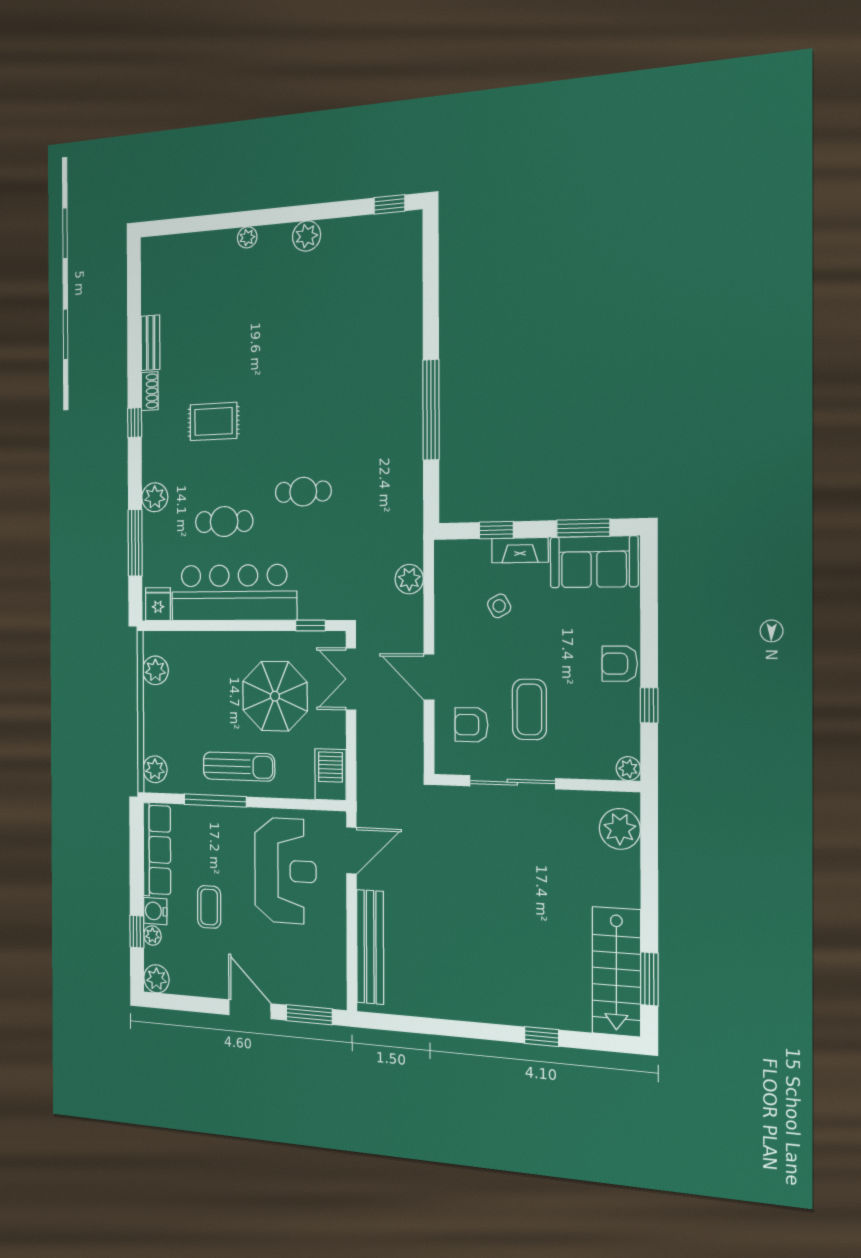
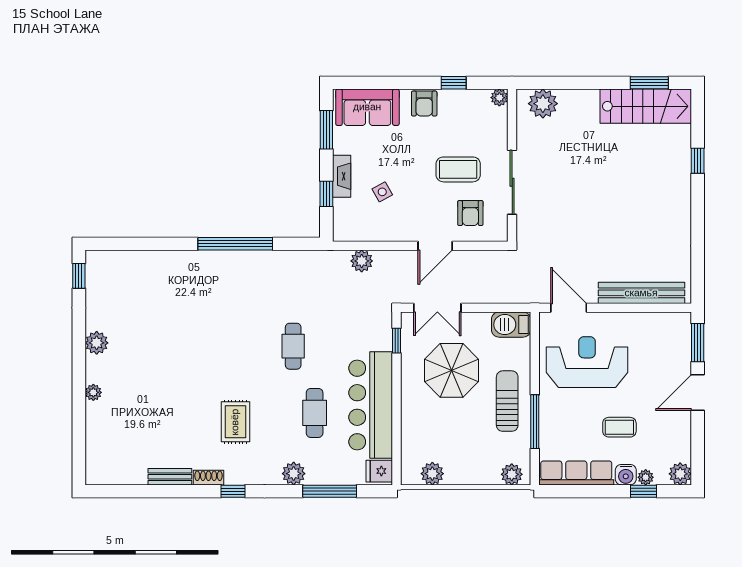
sofa: (594, 562) -> (367, 107), moved, turned 90

